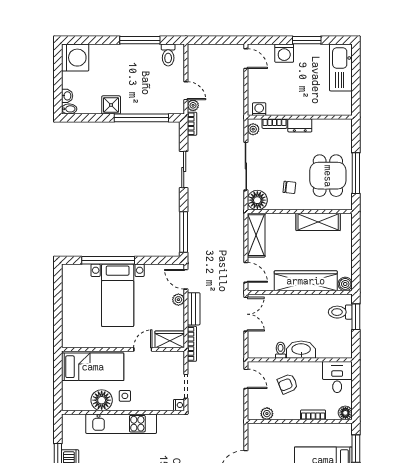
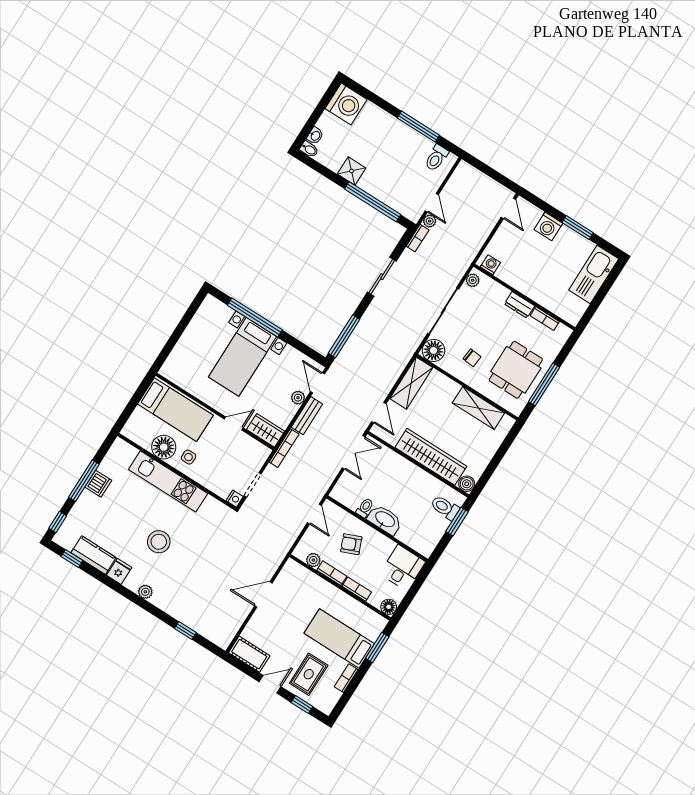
bookcase: (274, 124) -> (545, 319), moved
bookcase: (287, 415) -> (332, 573), added

